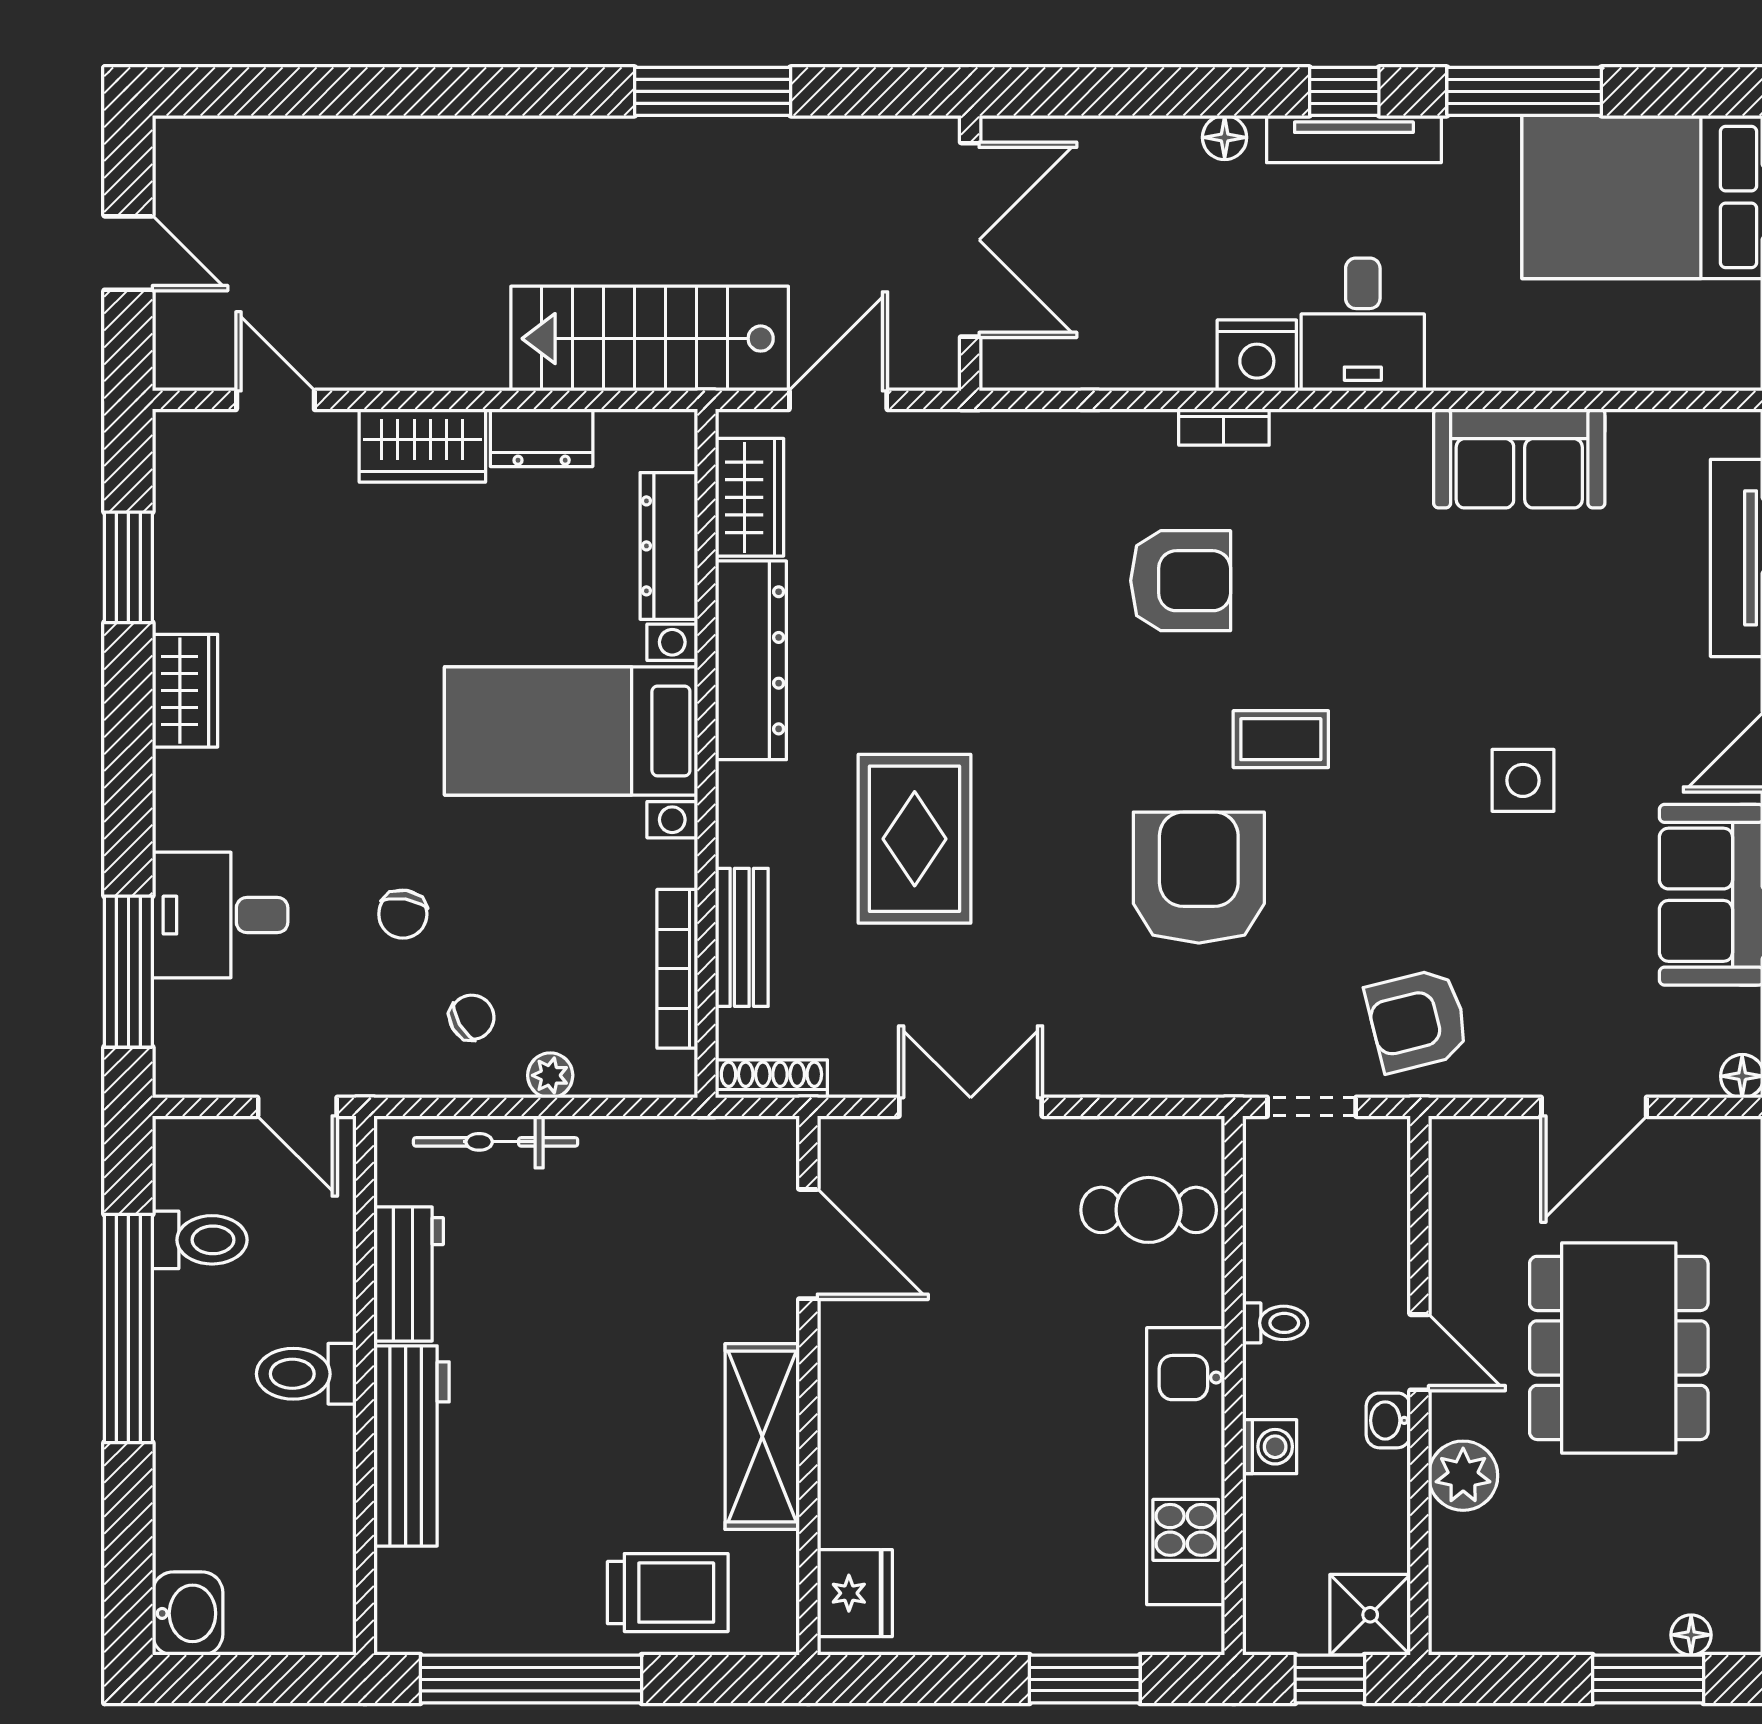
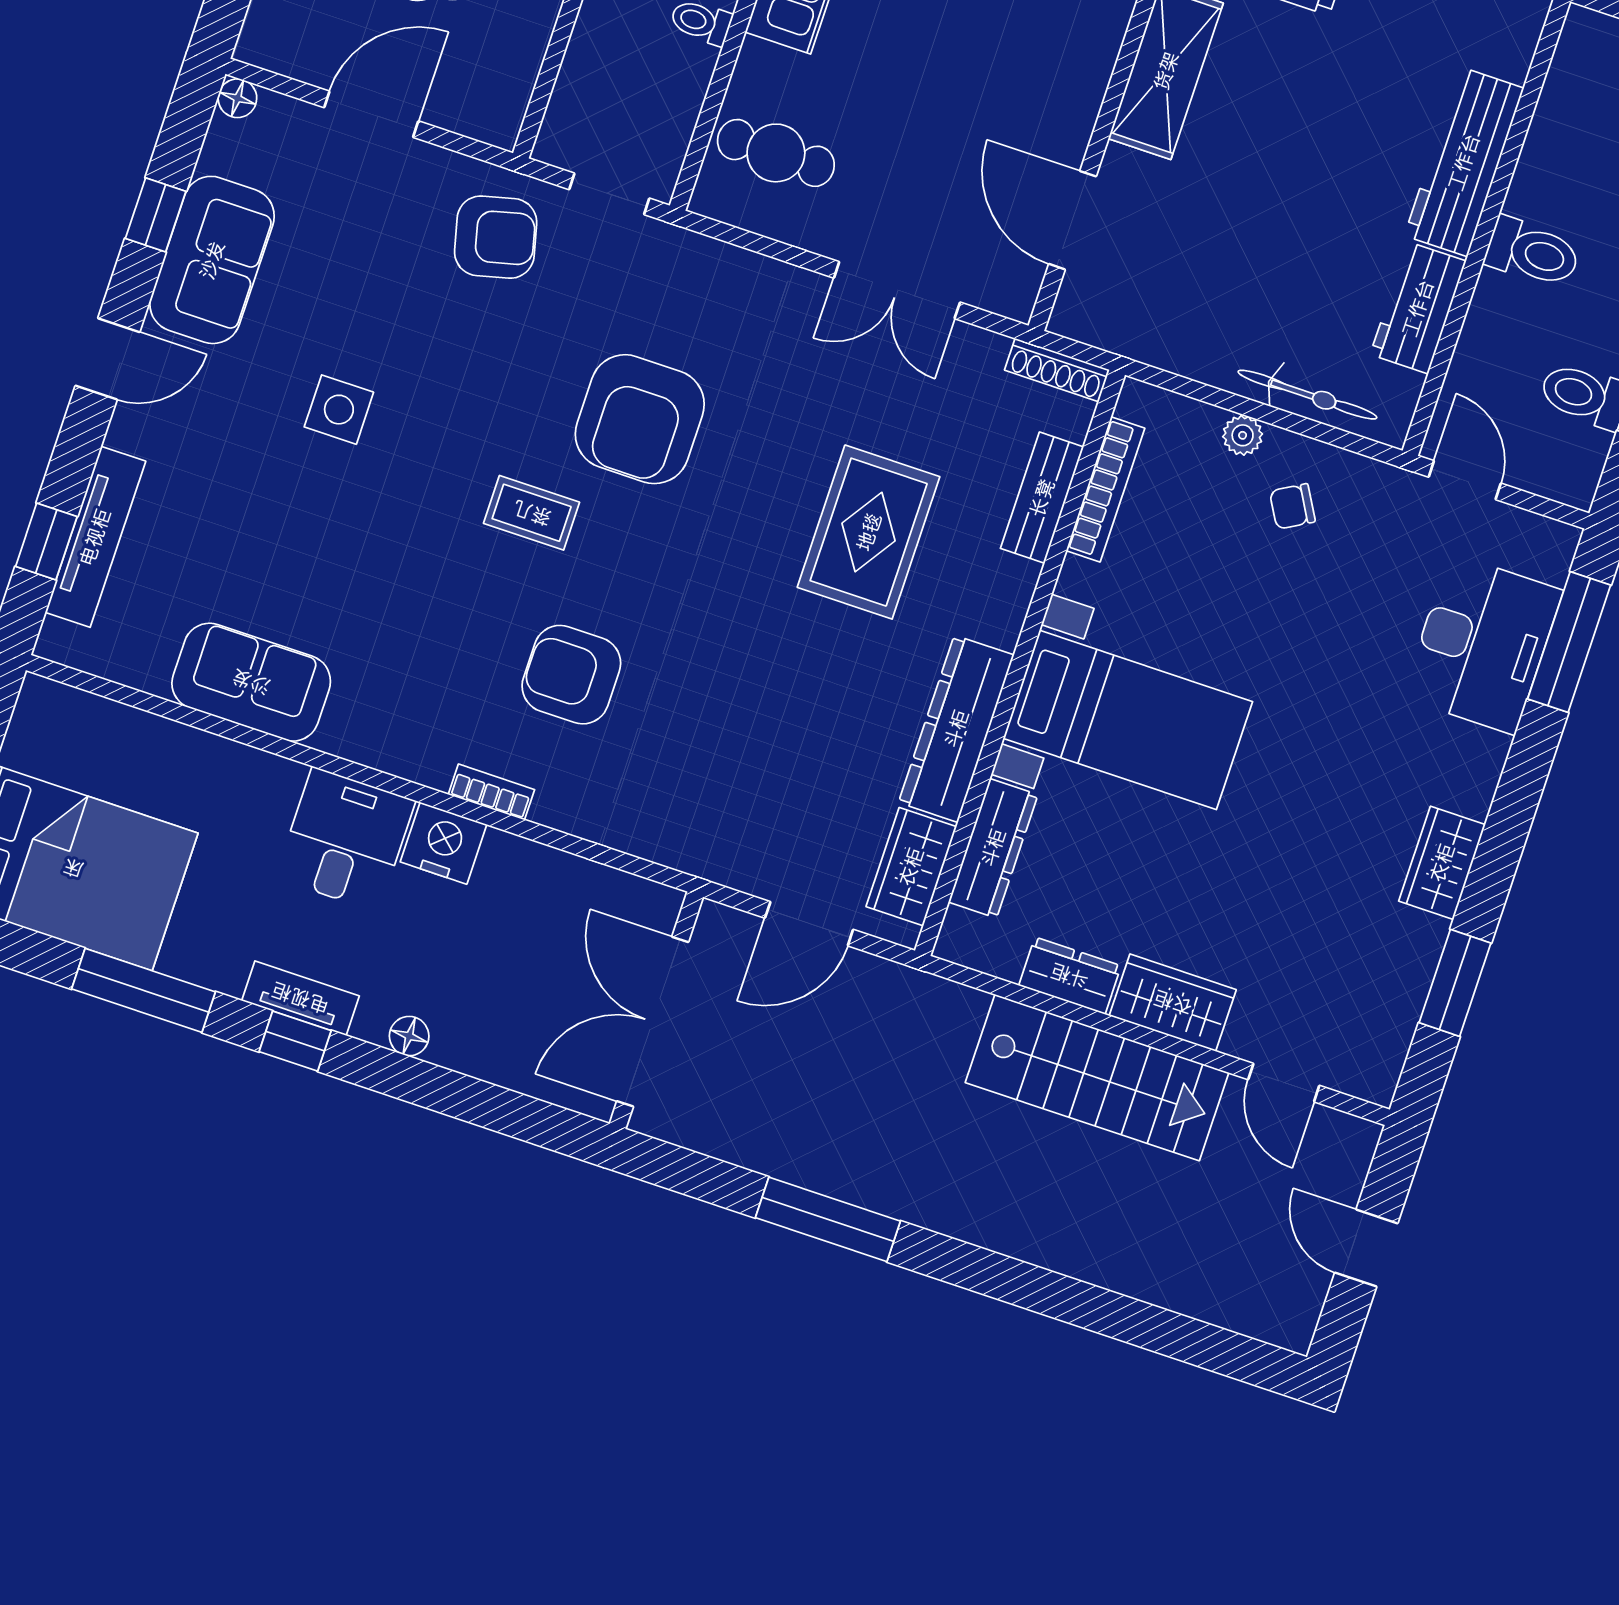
tv unit: (1354, 139) -> (300, 998), width x0.71
stairs: (650, 339) -> (1097, 1078), moved
chair: (403, 914) -> (1321, 613), removed
desk: (220, 915) -> (1482, 644), width x1.37

